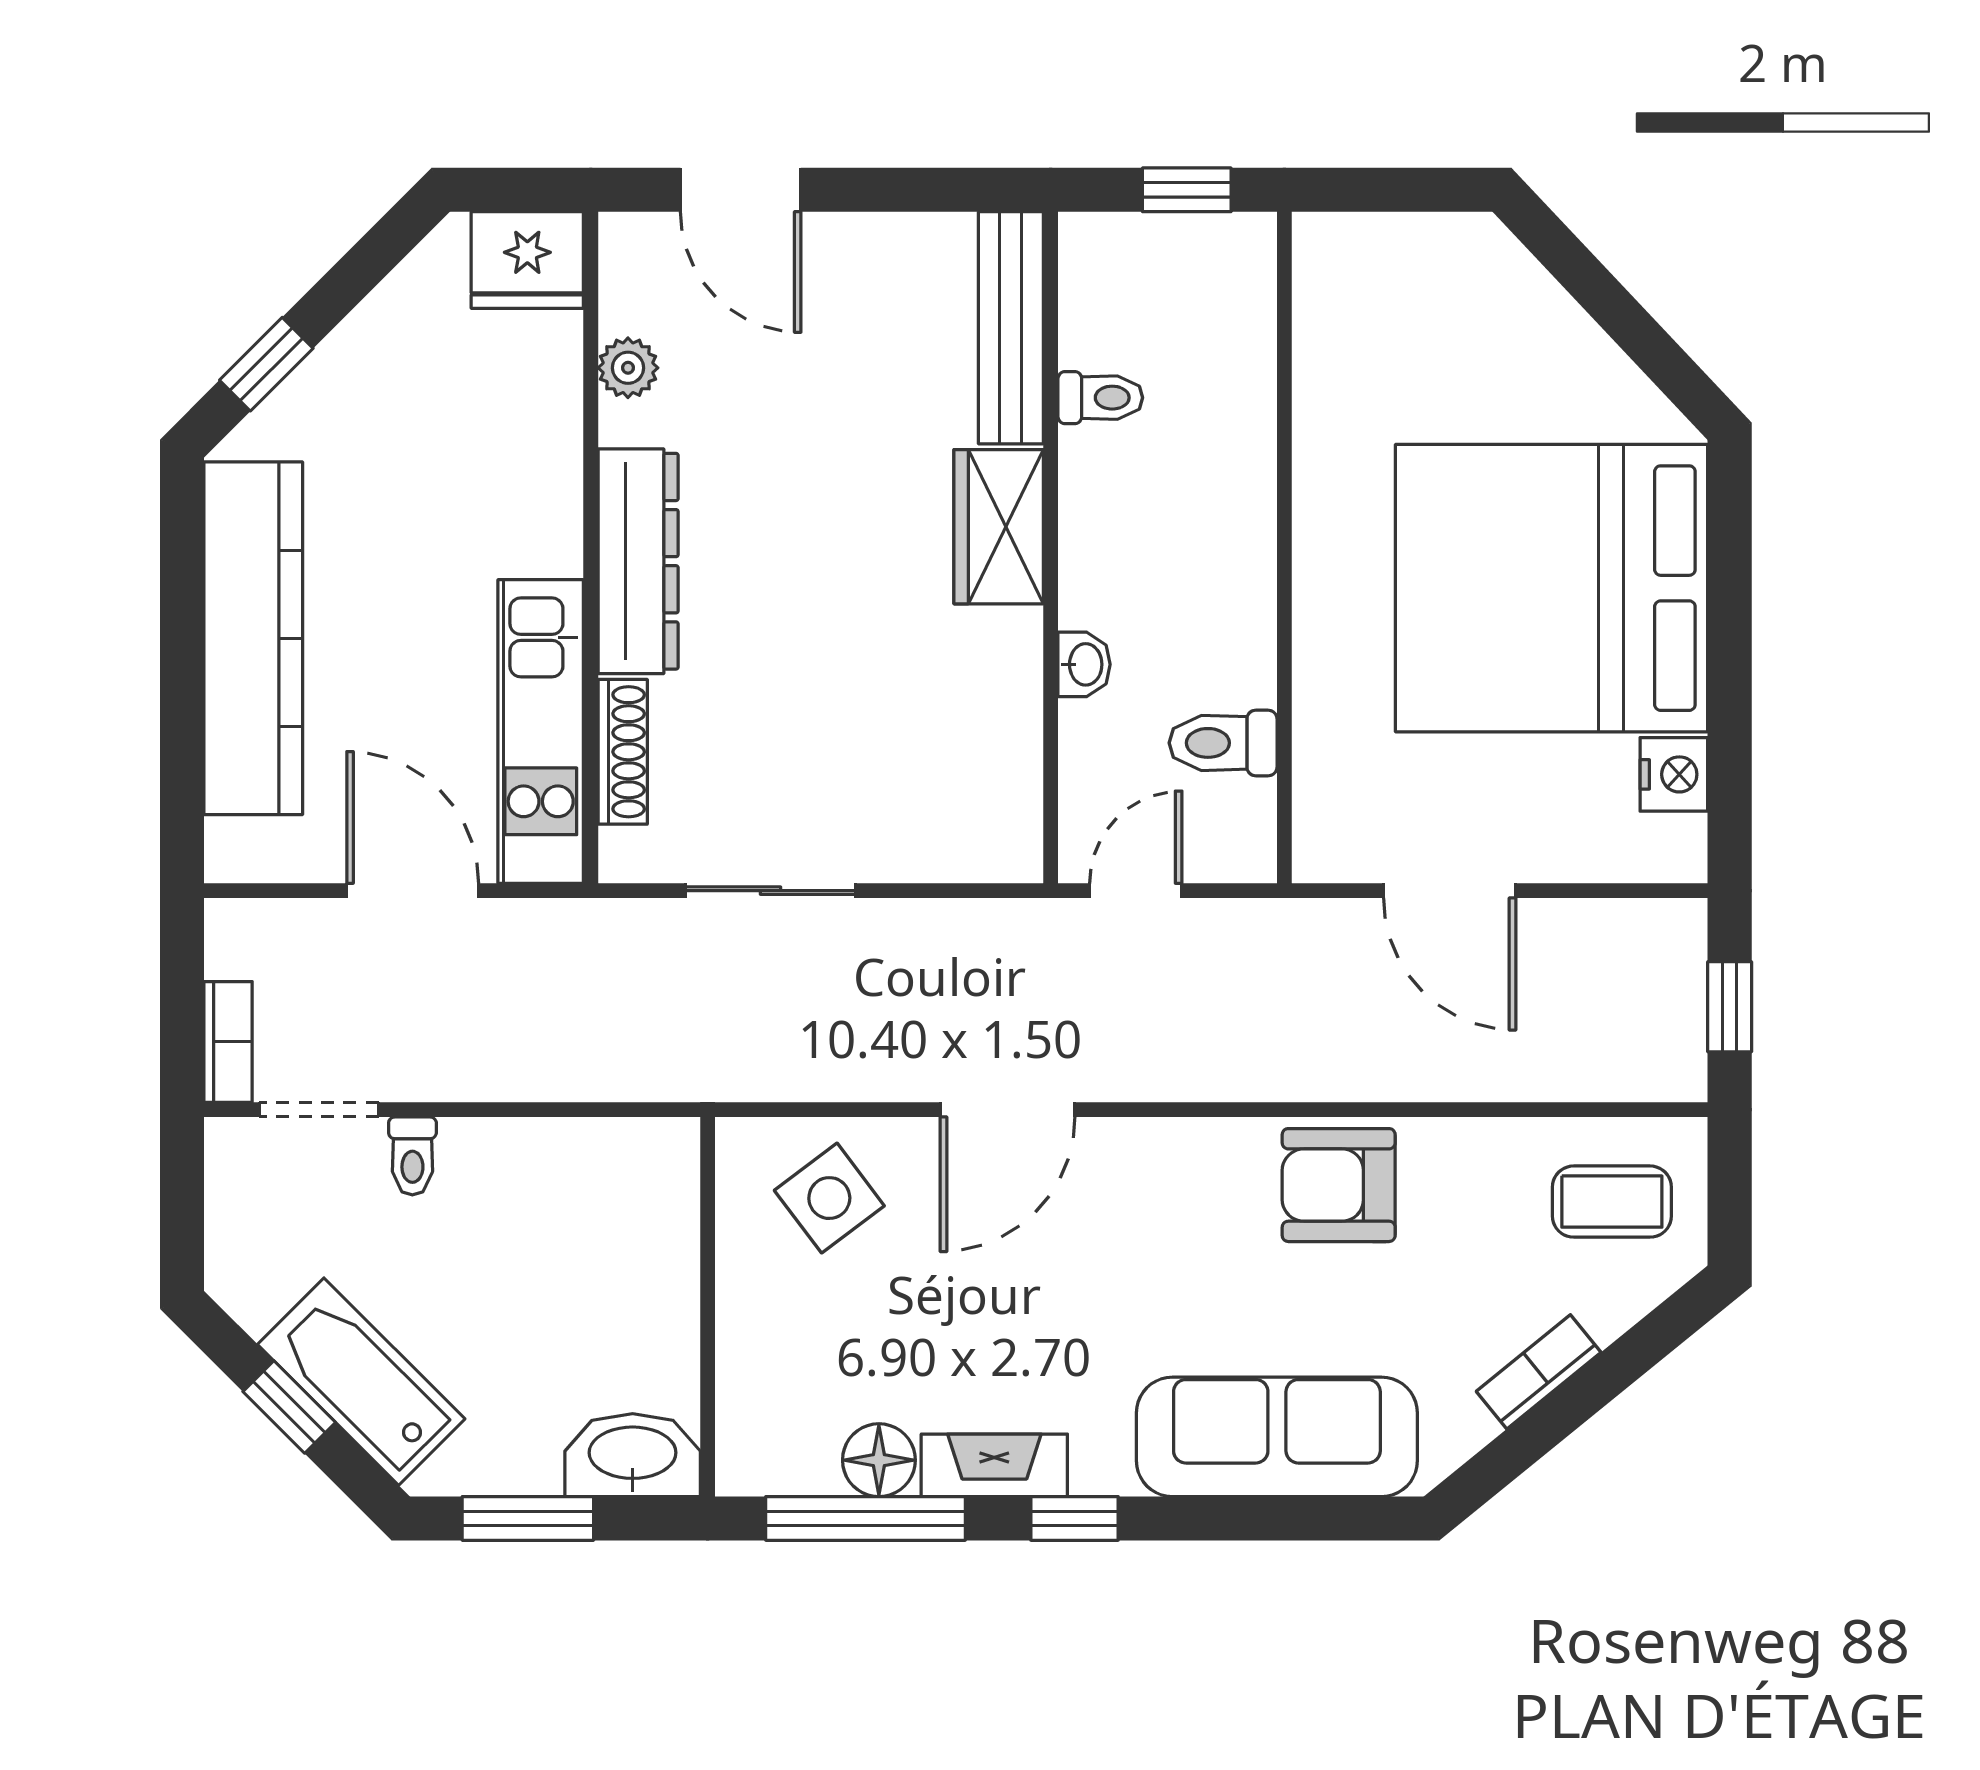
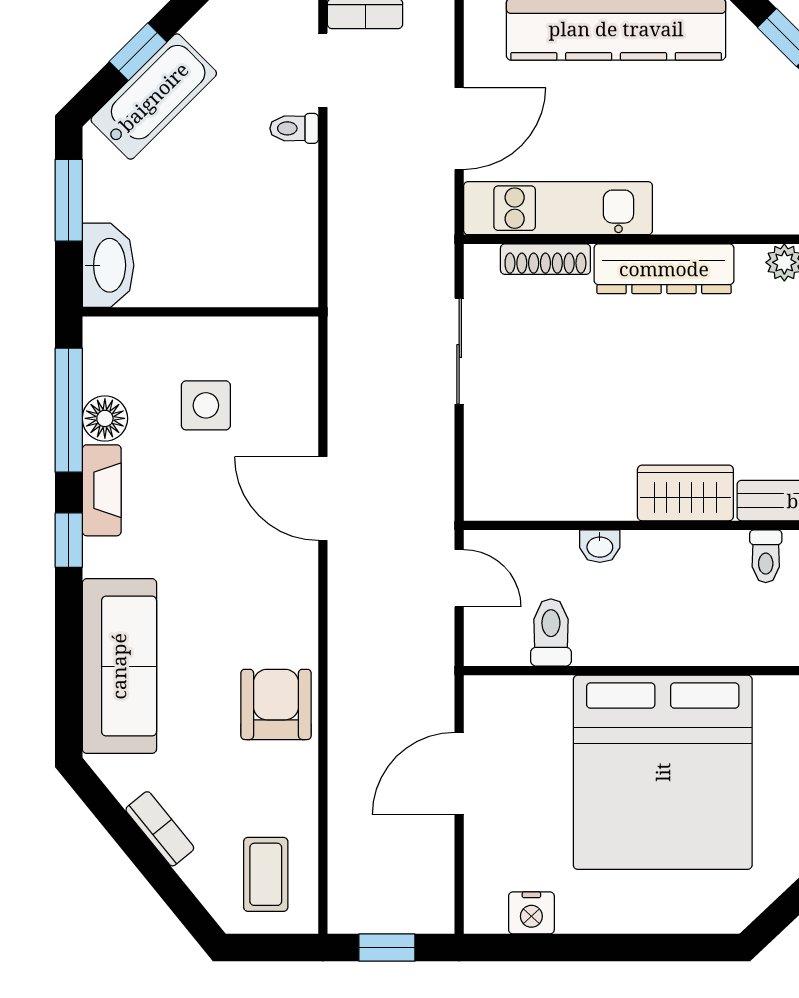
bed: (1552, 588) -> (663, 772), moved, turned 180
side table: (829, 1198) -> (206, 405), moved, turned 37

